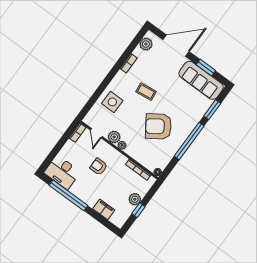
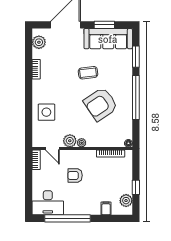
coffee table: (146, 92) -> (88, 73), moved
plant: (135, 199) -> (126, 201), moved
filing cabinet: (104, 209) -> (106, 208), width x0.50

